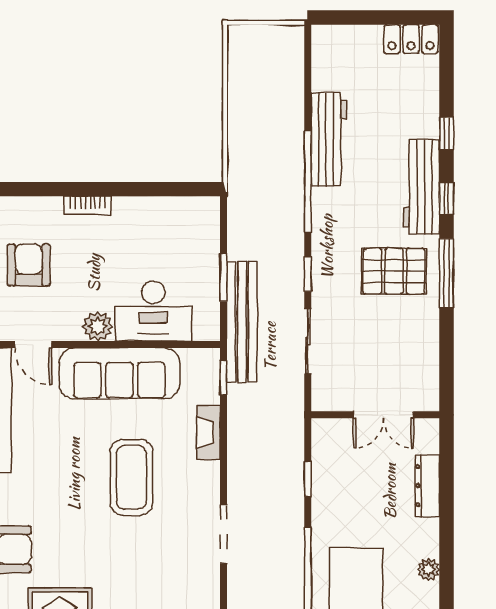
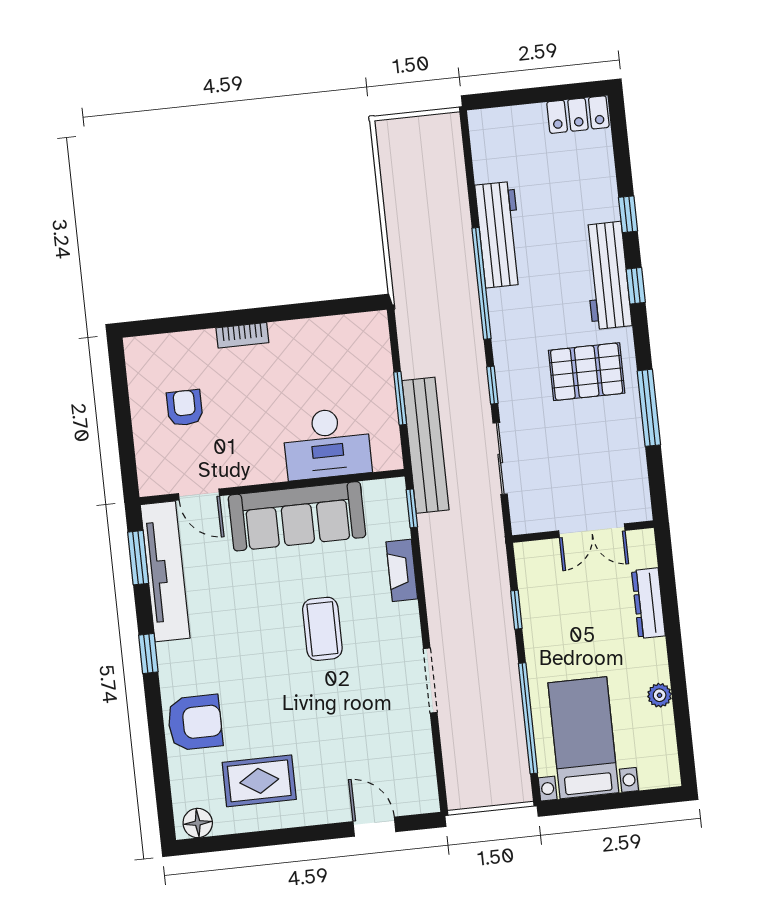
armchair: (29, 265) -> (185, 408), width x0.72, depth x0.72
window: (446, 273) -> (649, 408), moved
plant: (98, 326) -> (268, 467), removed
coffee table: (131, 477) -> (322, 629), width x0.73, depth x0.76

